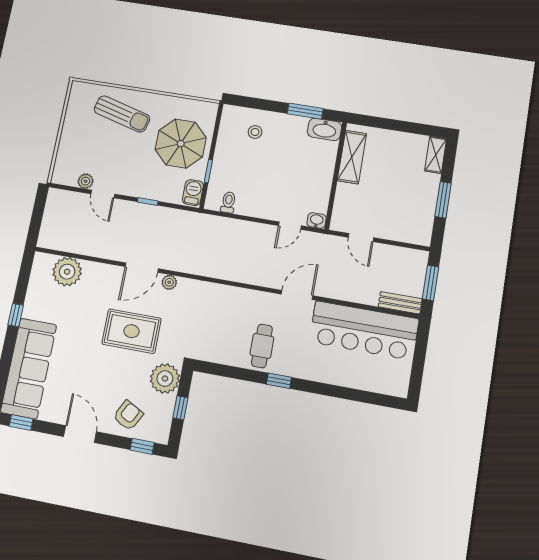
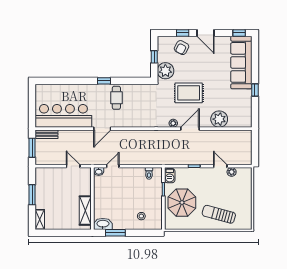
plant: (67, 272) -> (219, 119), moved
window: (142, 446) -> (183, 33), moved

